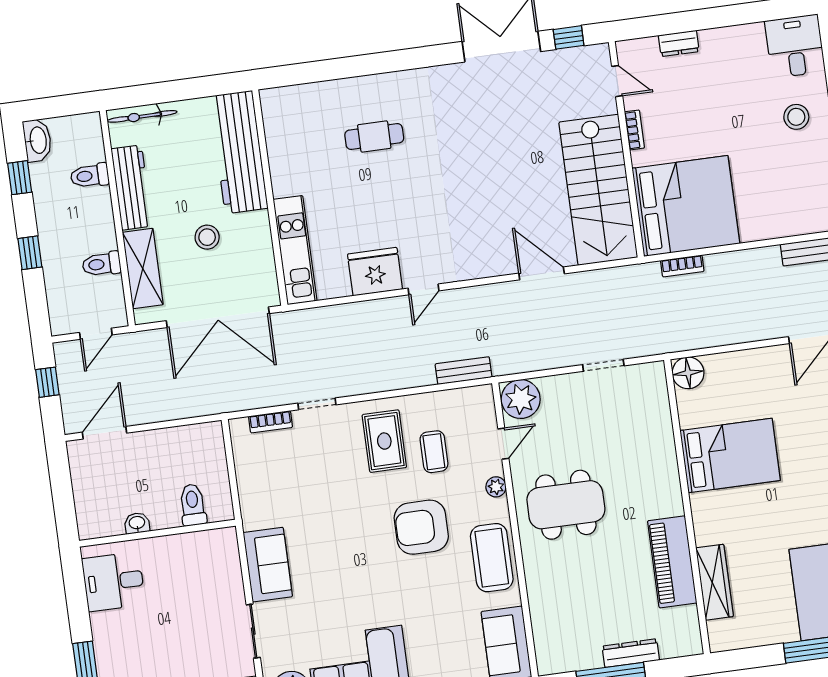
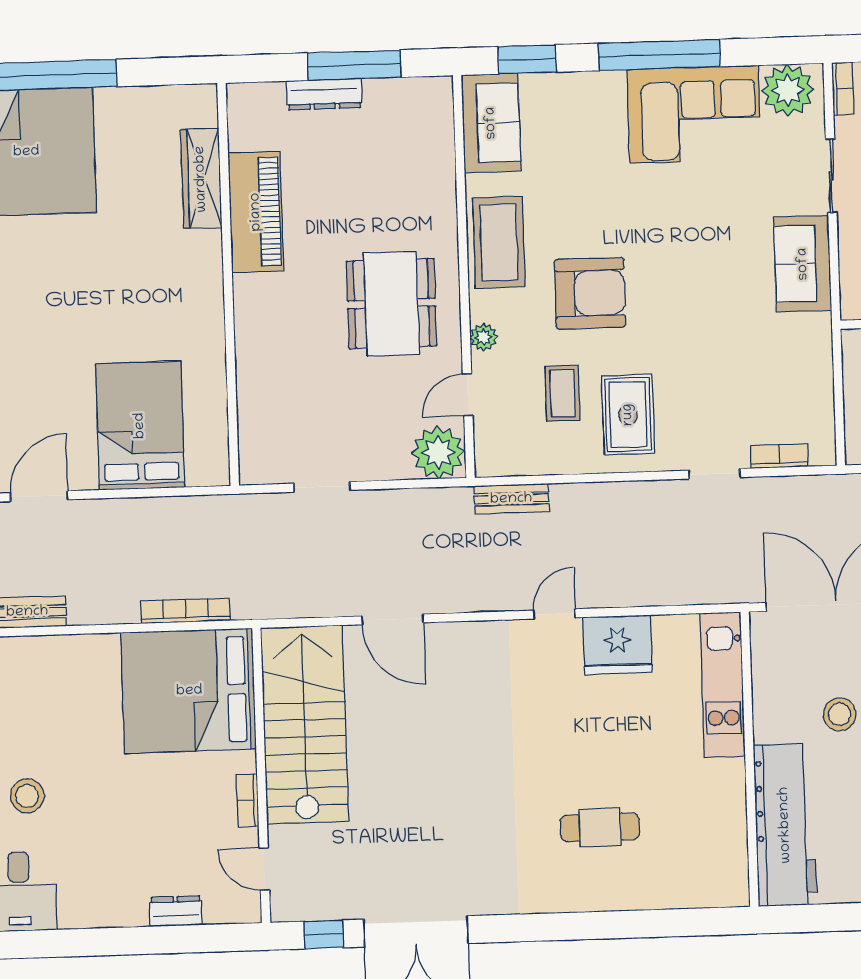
bookcase: (682, 266) -> (186, 611), width x1.56
floor lamp: (688, 373) -> (208, 465), removed
bed: (730, 455) -> (140, 426), moved, turned 90
dining table: (566, 505) -> (392, 304), turned 90

